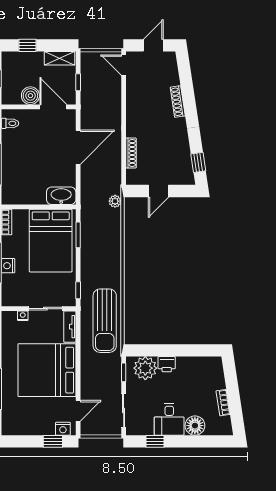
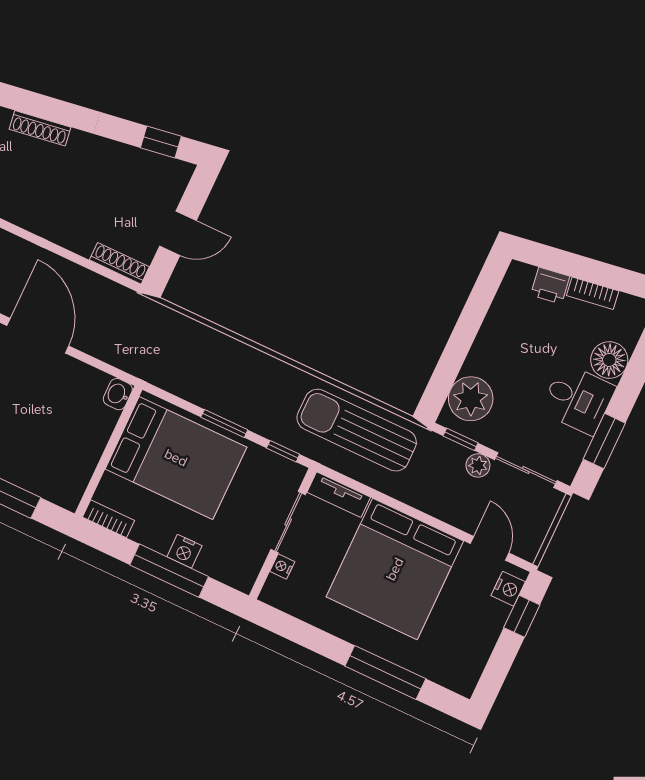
shoe rack: (131, 153) -> (119, 263), moved
door: (159, 191) -> (178, 233), hinge flipped
washbasin: (61, 196) -> (118, 394), width x0.52, depth x0.69
plant: (115, 201) -> (478, 465), moved
window: (78, 235) -> (224, 424), moved
sun lounger: (105, 321) -> (357, 430), turned 180
printer: (167, 364) -> (550, 286), moved, turned 81
window: (155, 441) -> (604, 441), width x1.50

